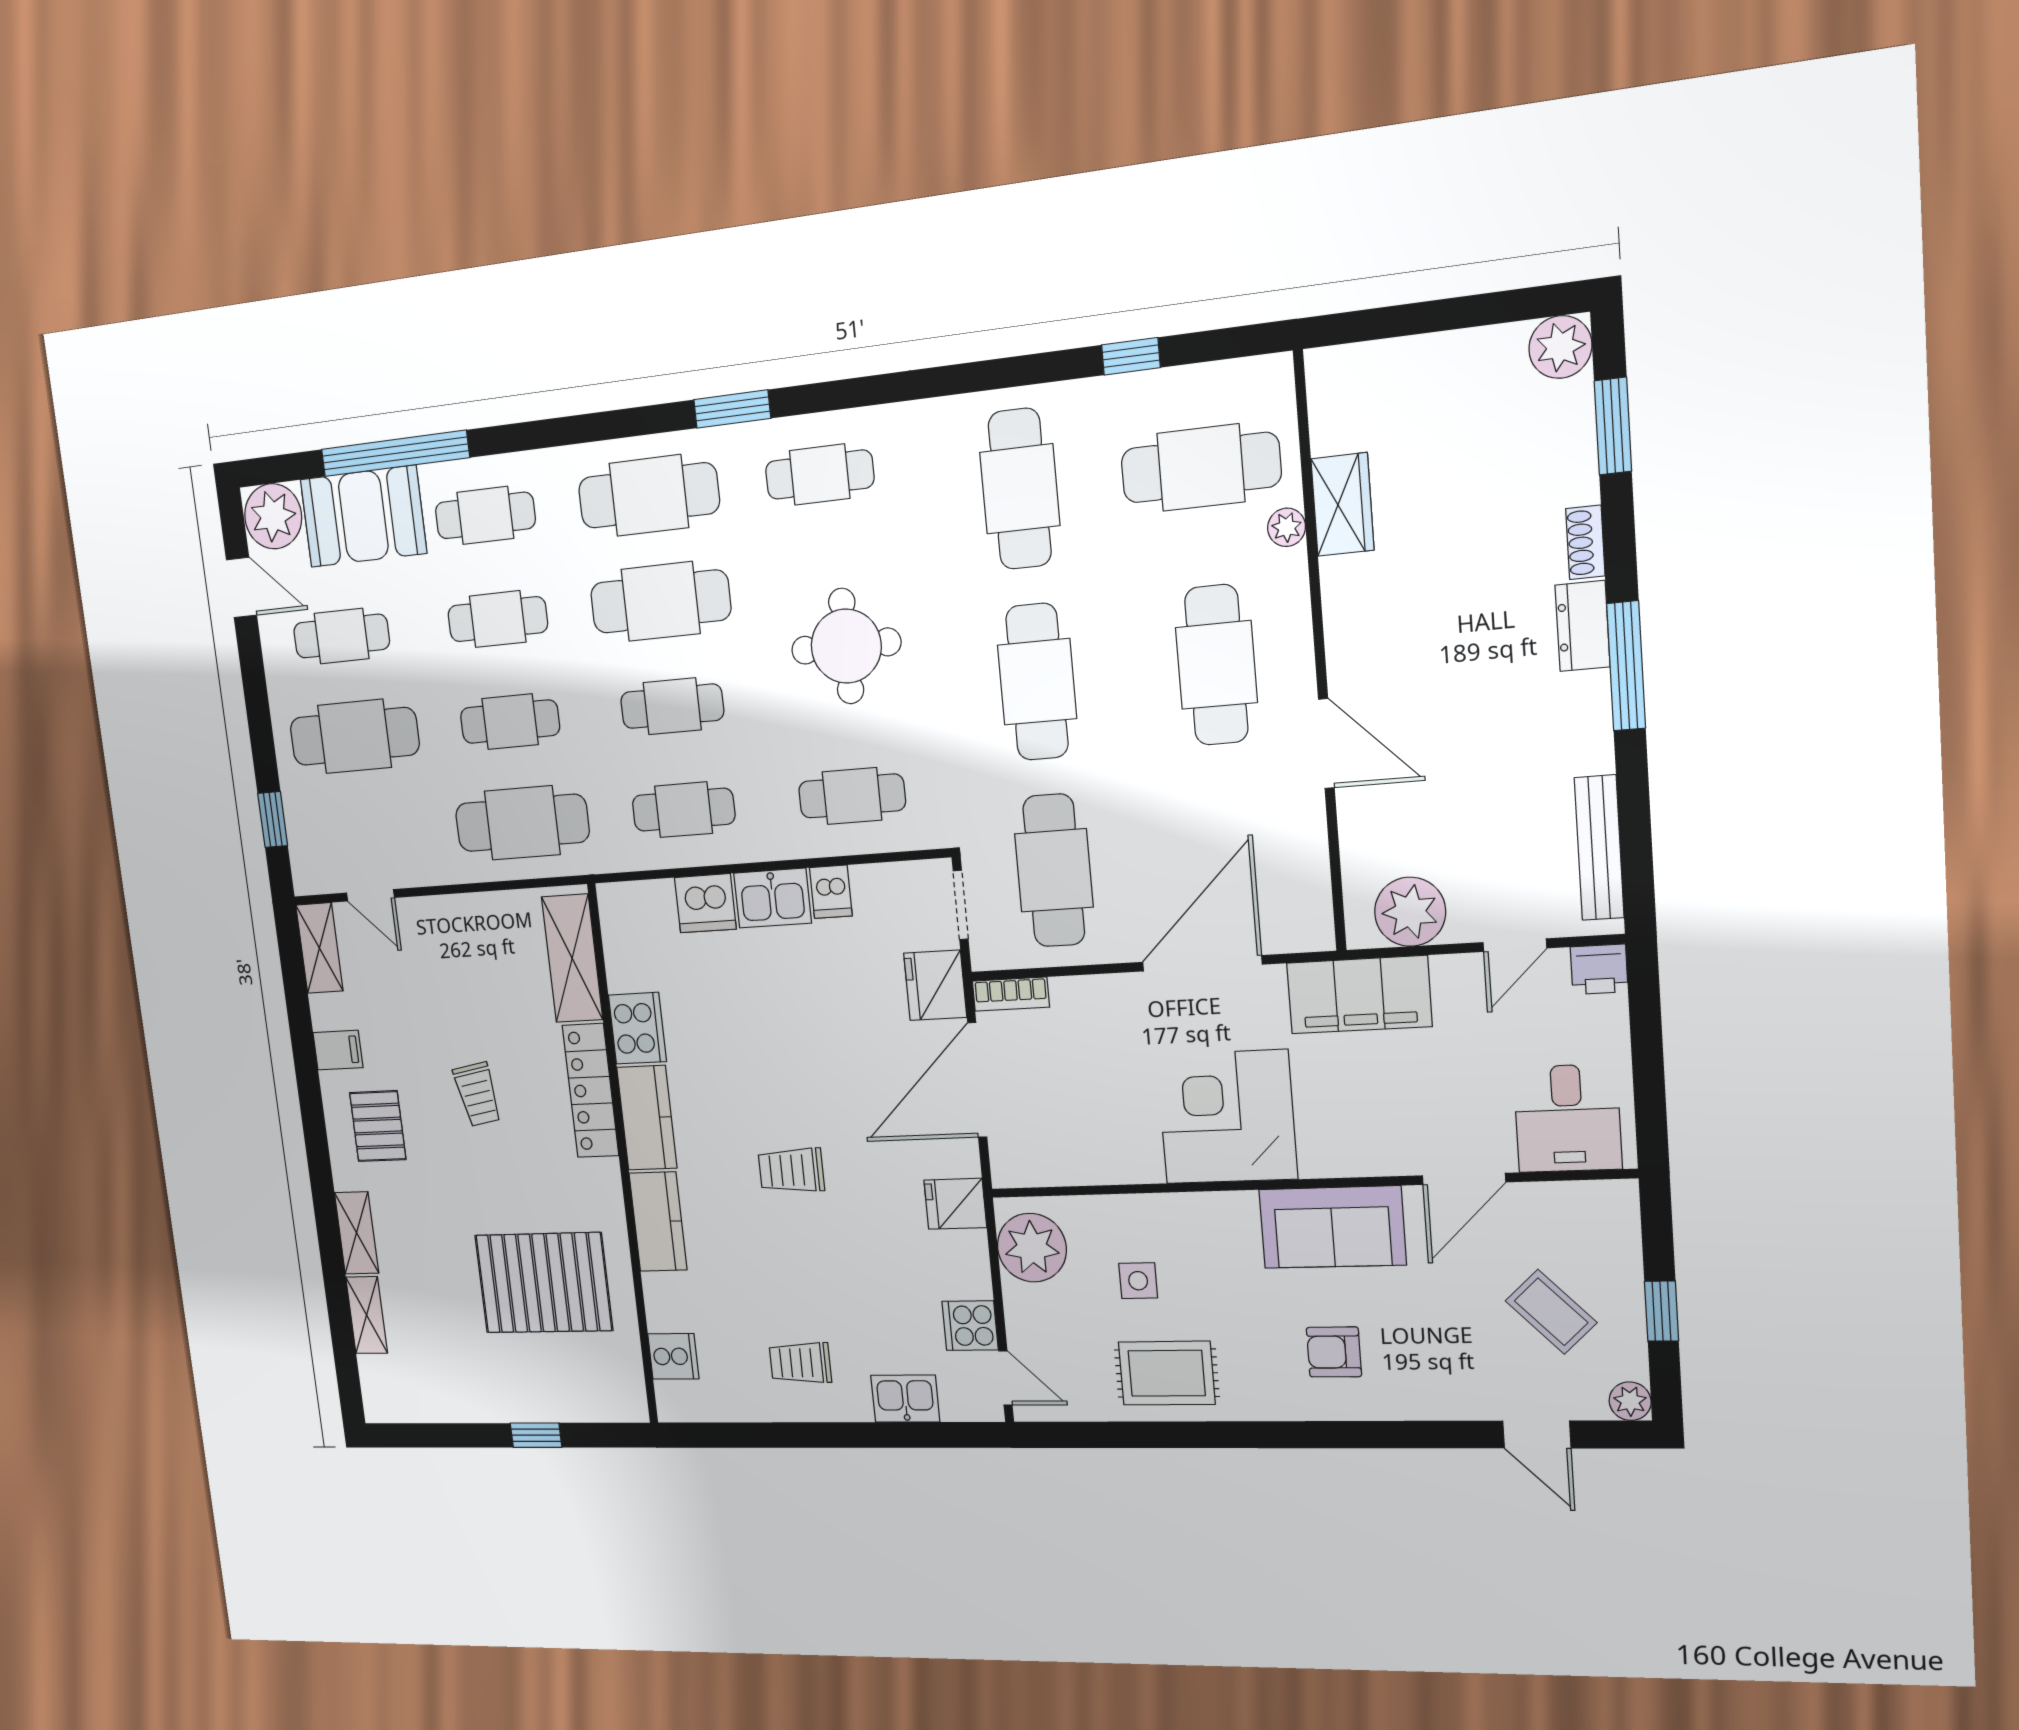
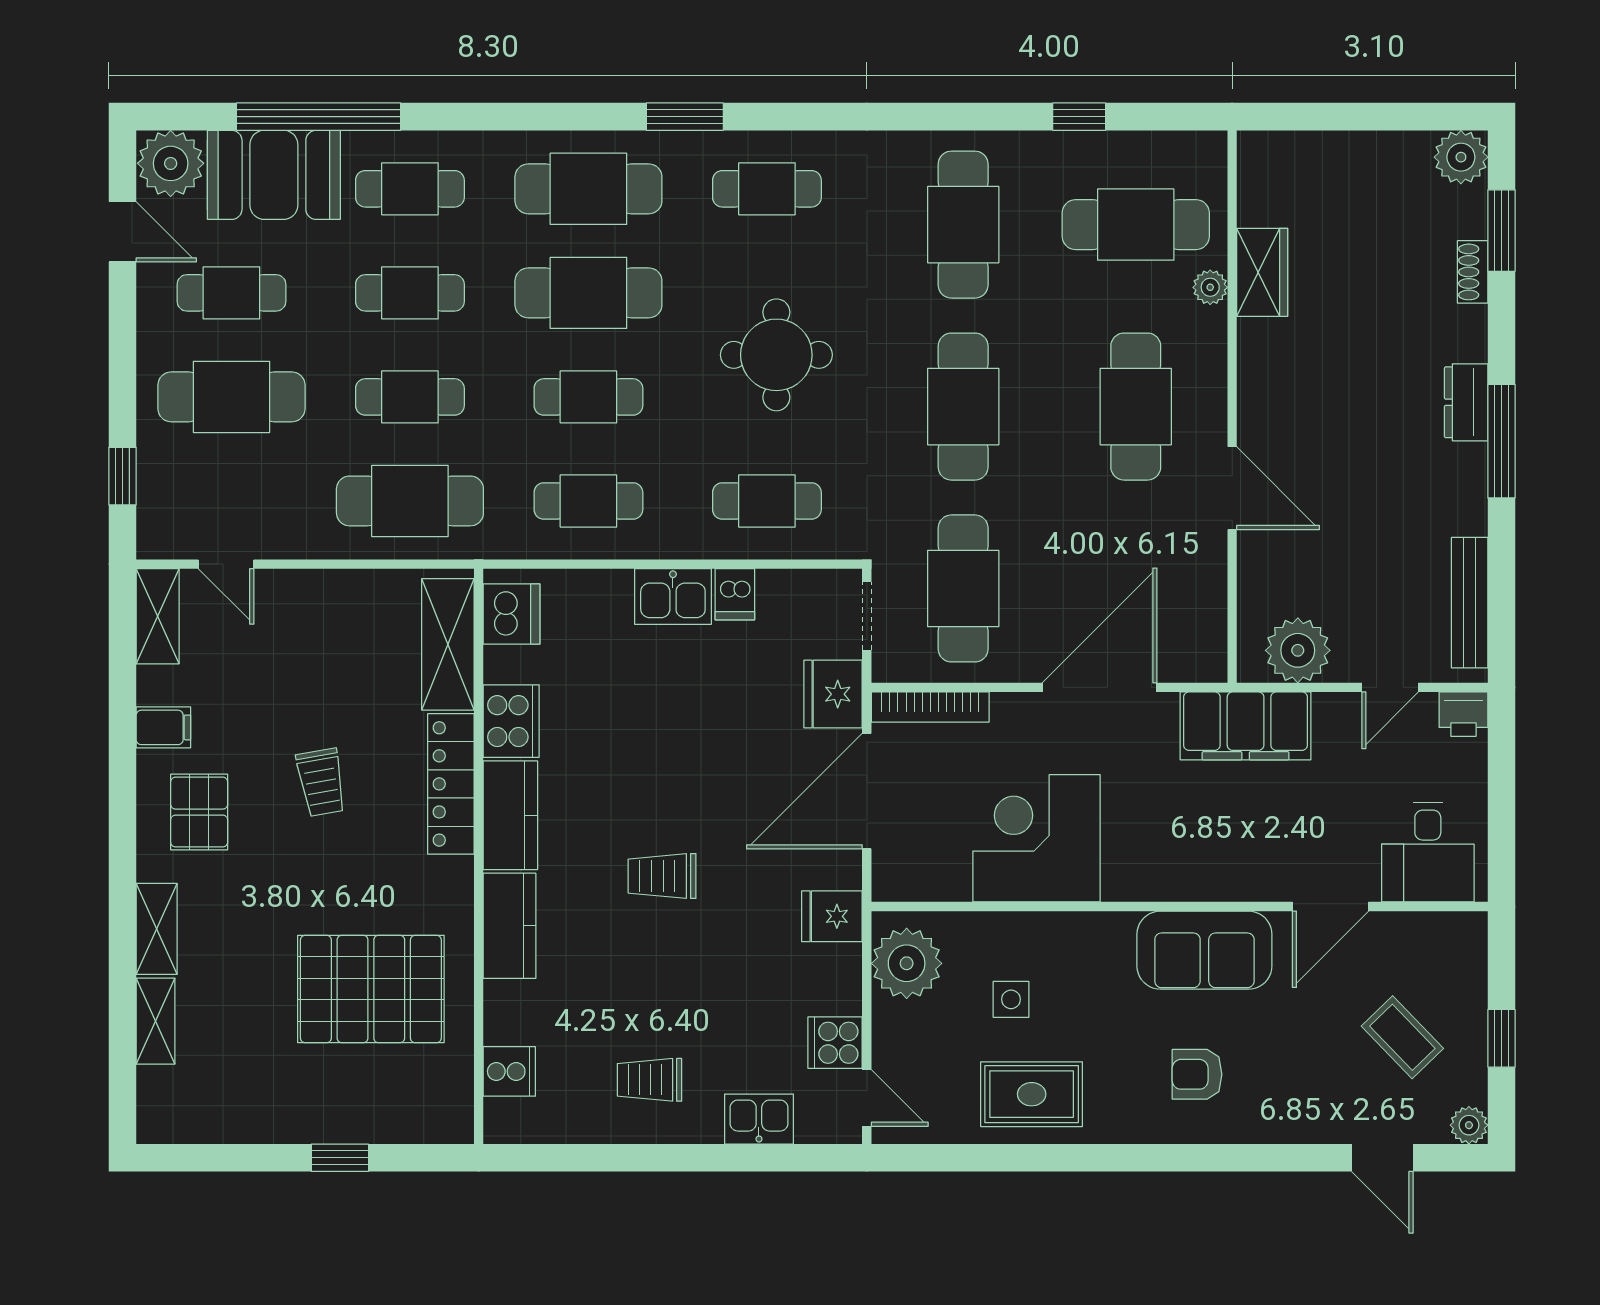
shoe rack: (1585, 542) -> (1473, 272), moved
dishwasher: (705, 903) -> (511, 614), moved, turned -90
bookcase: (1011, 994) -> (930, 707), width x1.56
corner desk: (1227, 1117) -> (1036, 838), moved

